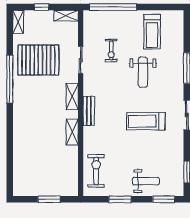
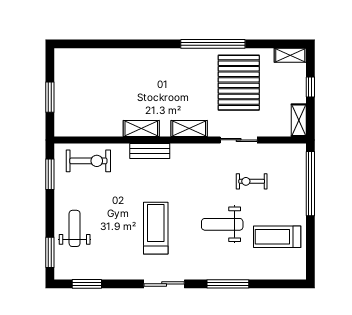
bench: (89, 111) -> (150, 151), moved
weight bench: (146, 181) -> (75, 228), turned 180
window: (120, 199) -> (50, 174), moved

